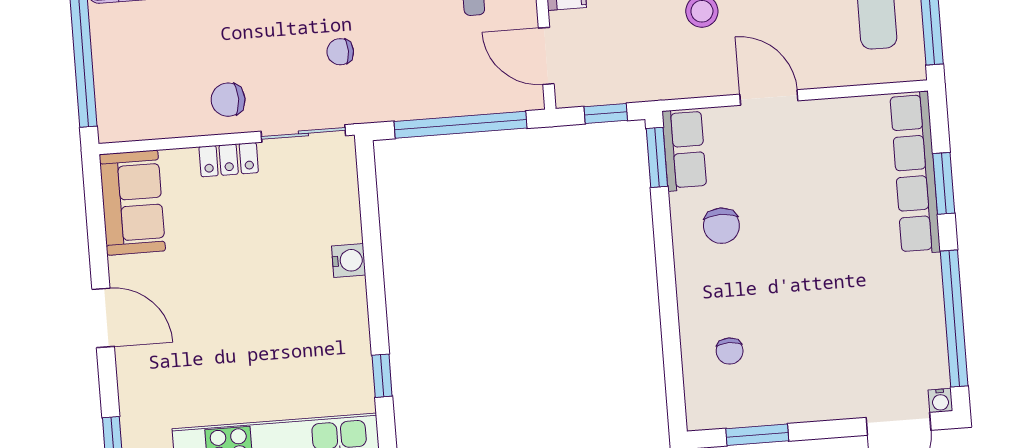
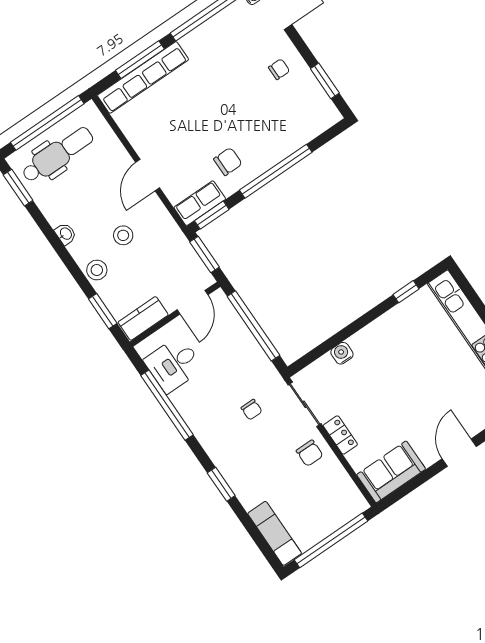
window: (606, 114) -> (204, 254), width x1.50
window: (944, 183) -> (140, 60), width x1.44
water cooler: (349, 260) -> (342, 353), moved
window: (667, 287) -> (276, 171), added
chair: (730, 351) -> (279, 69), moved

